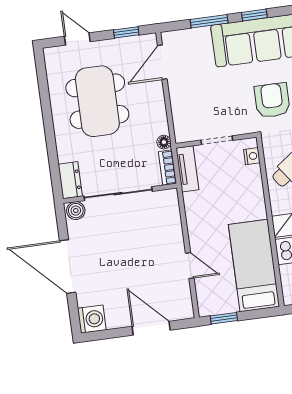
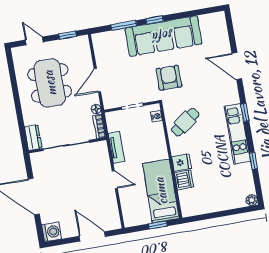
door: (162, 62) -> (97, 80), moved
tv unit: (187, 169) -> (116, 147), moved
boiler: (76, 211) -> (38, 158), removed
door: (190, 266) -> (115, 180), moved
window: (224, 318) -> (158, 225), moved

